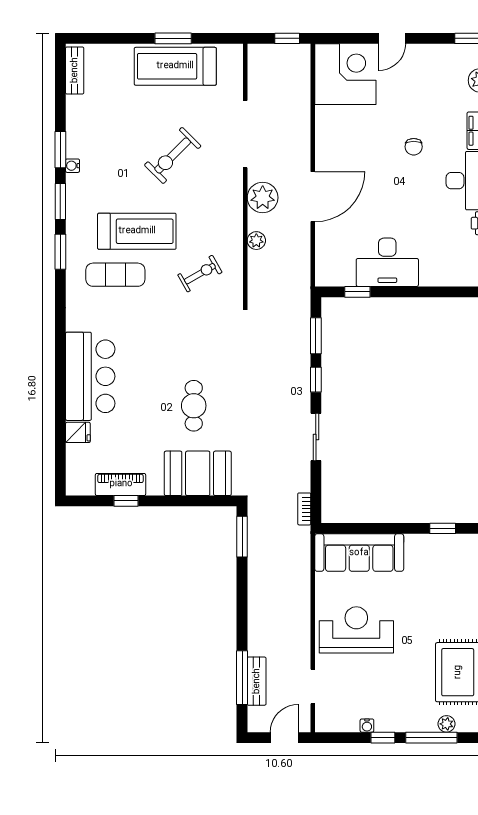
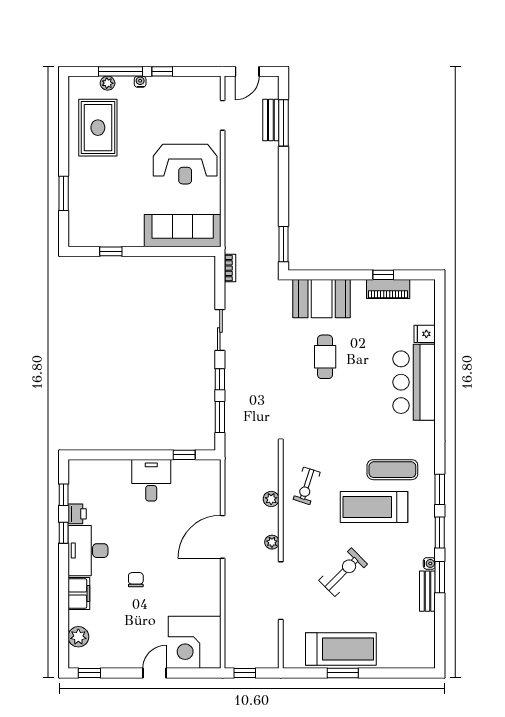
bench: (75, 70) -> (427, 591), moved
plant: (263, 198) -> (272, 542), width x0.53, depth x0.53
desk: (387, 262) -> (151, 480), width x0.73
exercise bike: (200, 274) -> (307, 486), moved, turned -42
water cooler: (367, 726) -> (140, 82), moved

